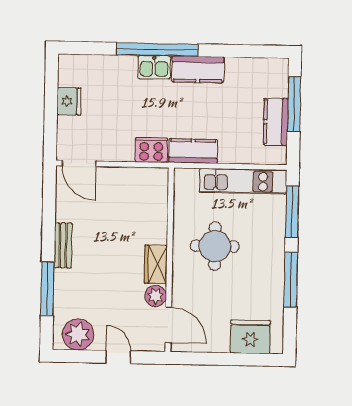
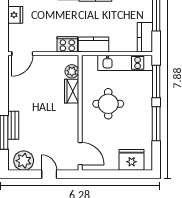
kitchen counter: (276, 122) -> (145, 37), moved
door: (79, 163) -> (22, 54), hinge flipped
bench: (63, 245) -> (13, 125), moved
wardrobe: (156, 264) -> (72, 91), moved
plant: (156, 296) -> (72, 71), moved

